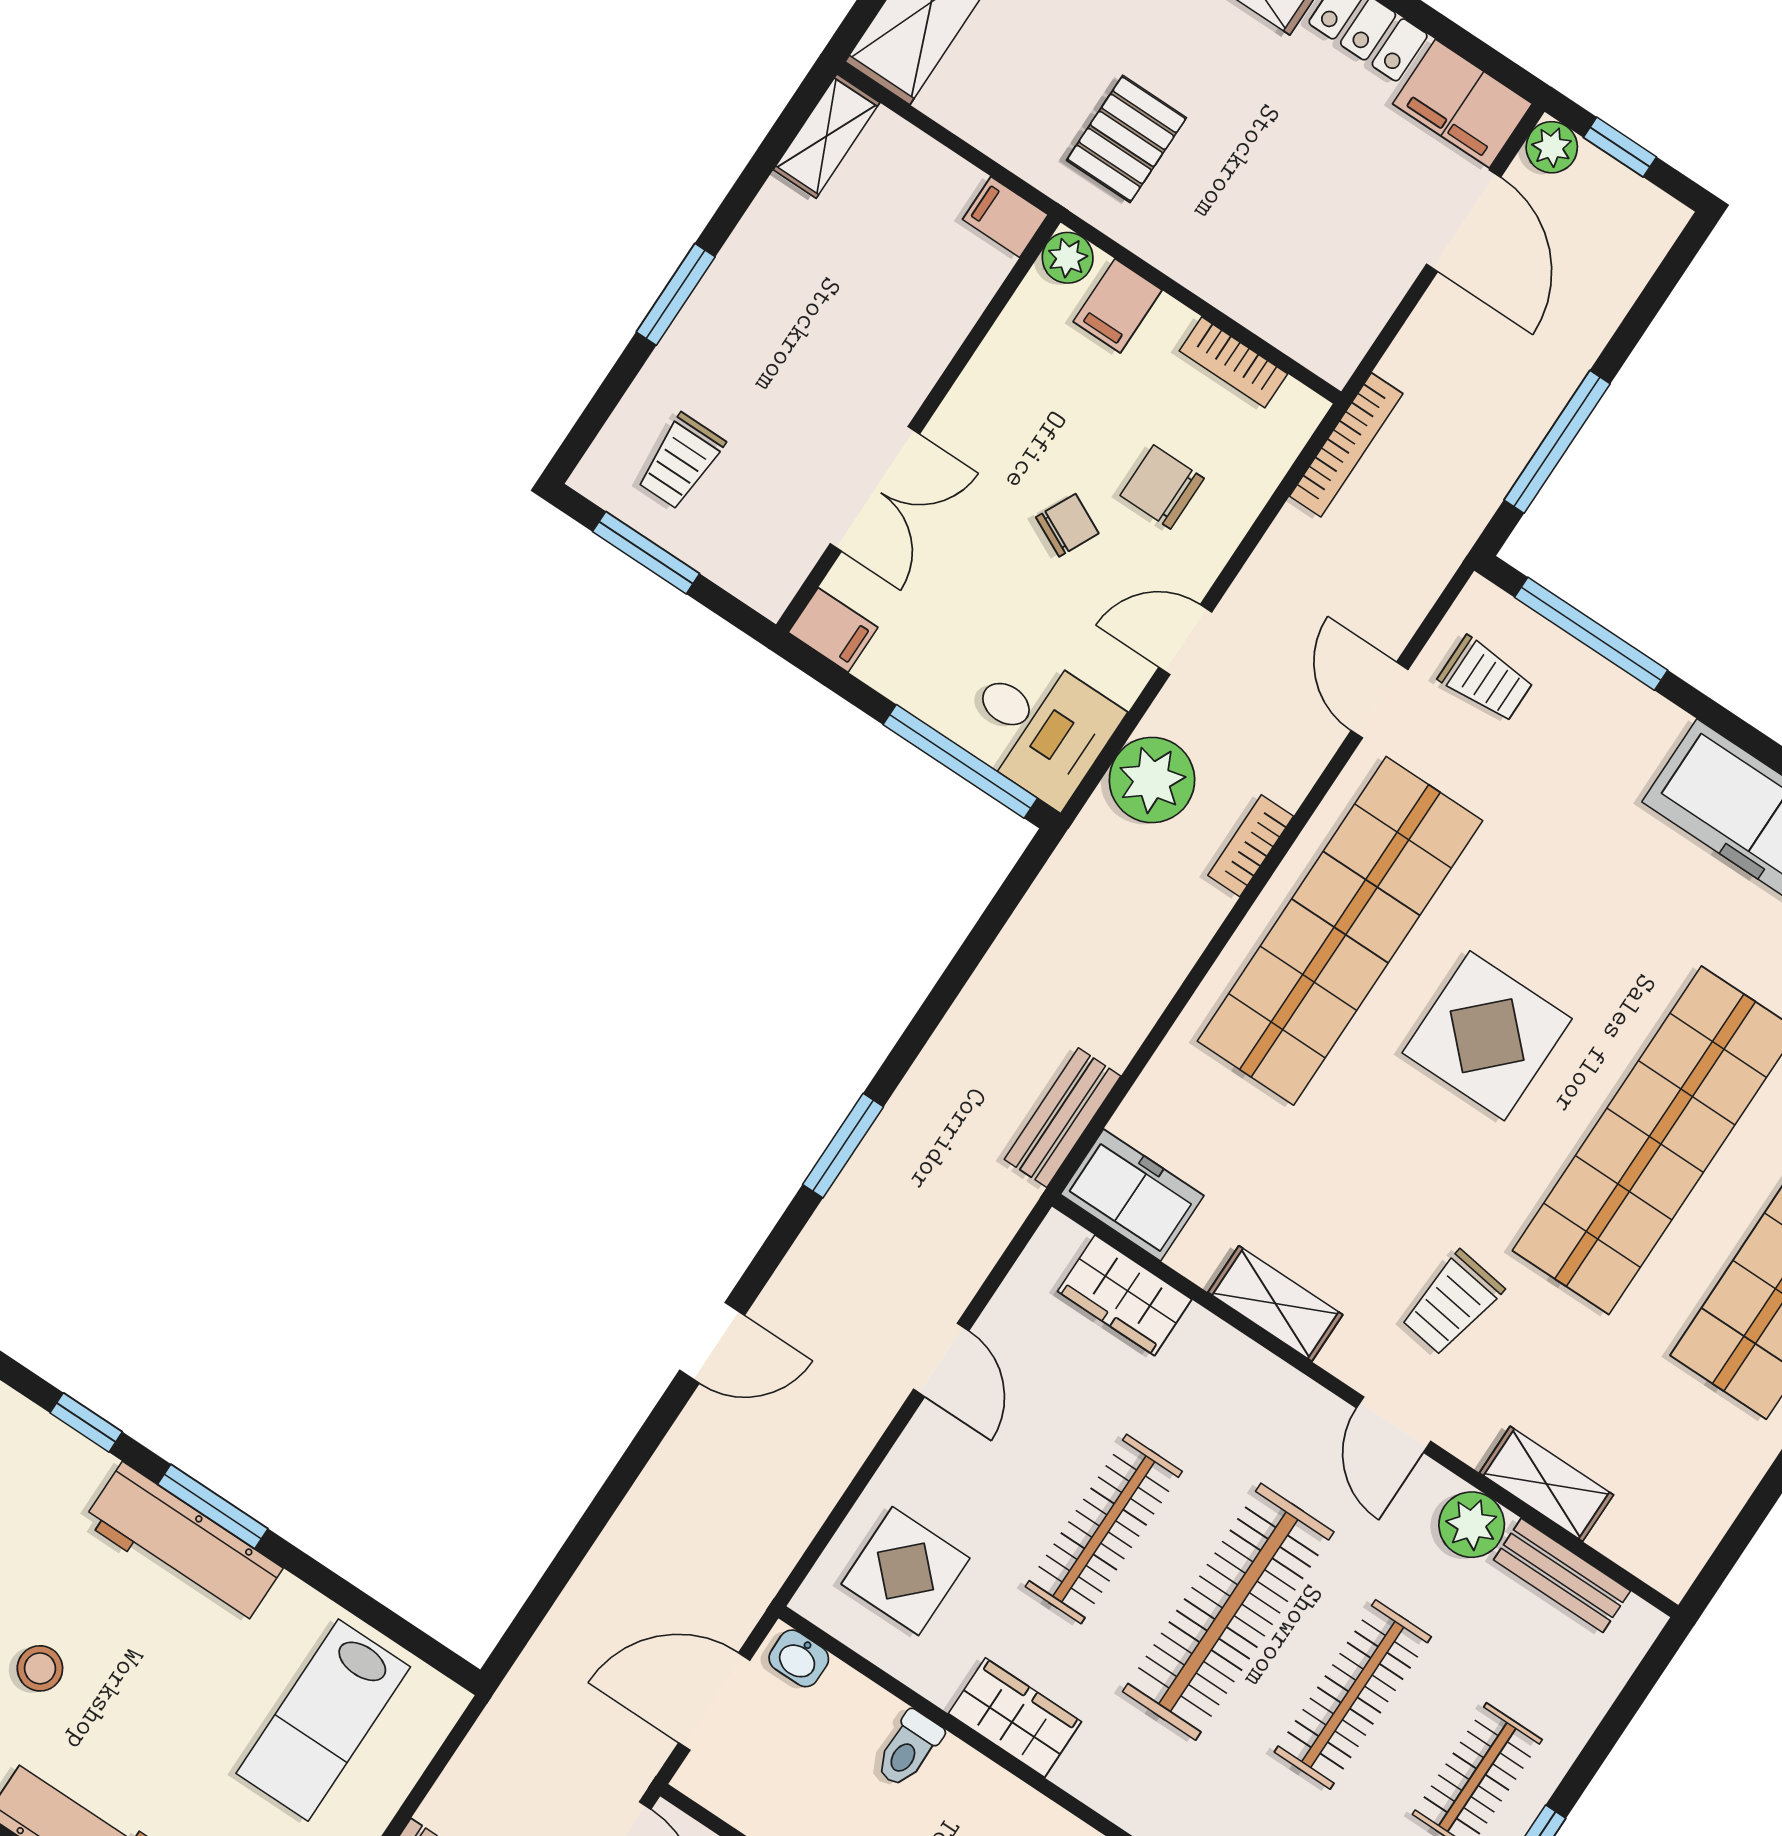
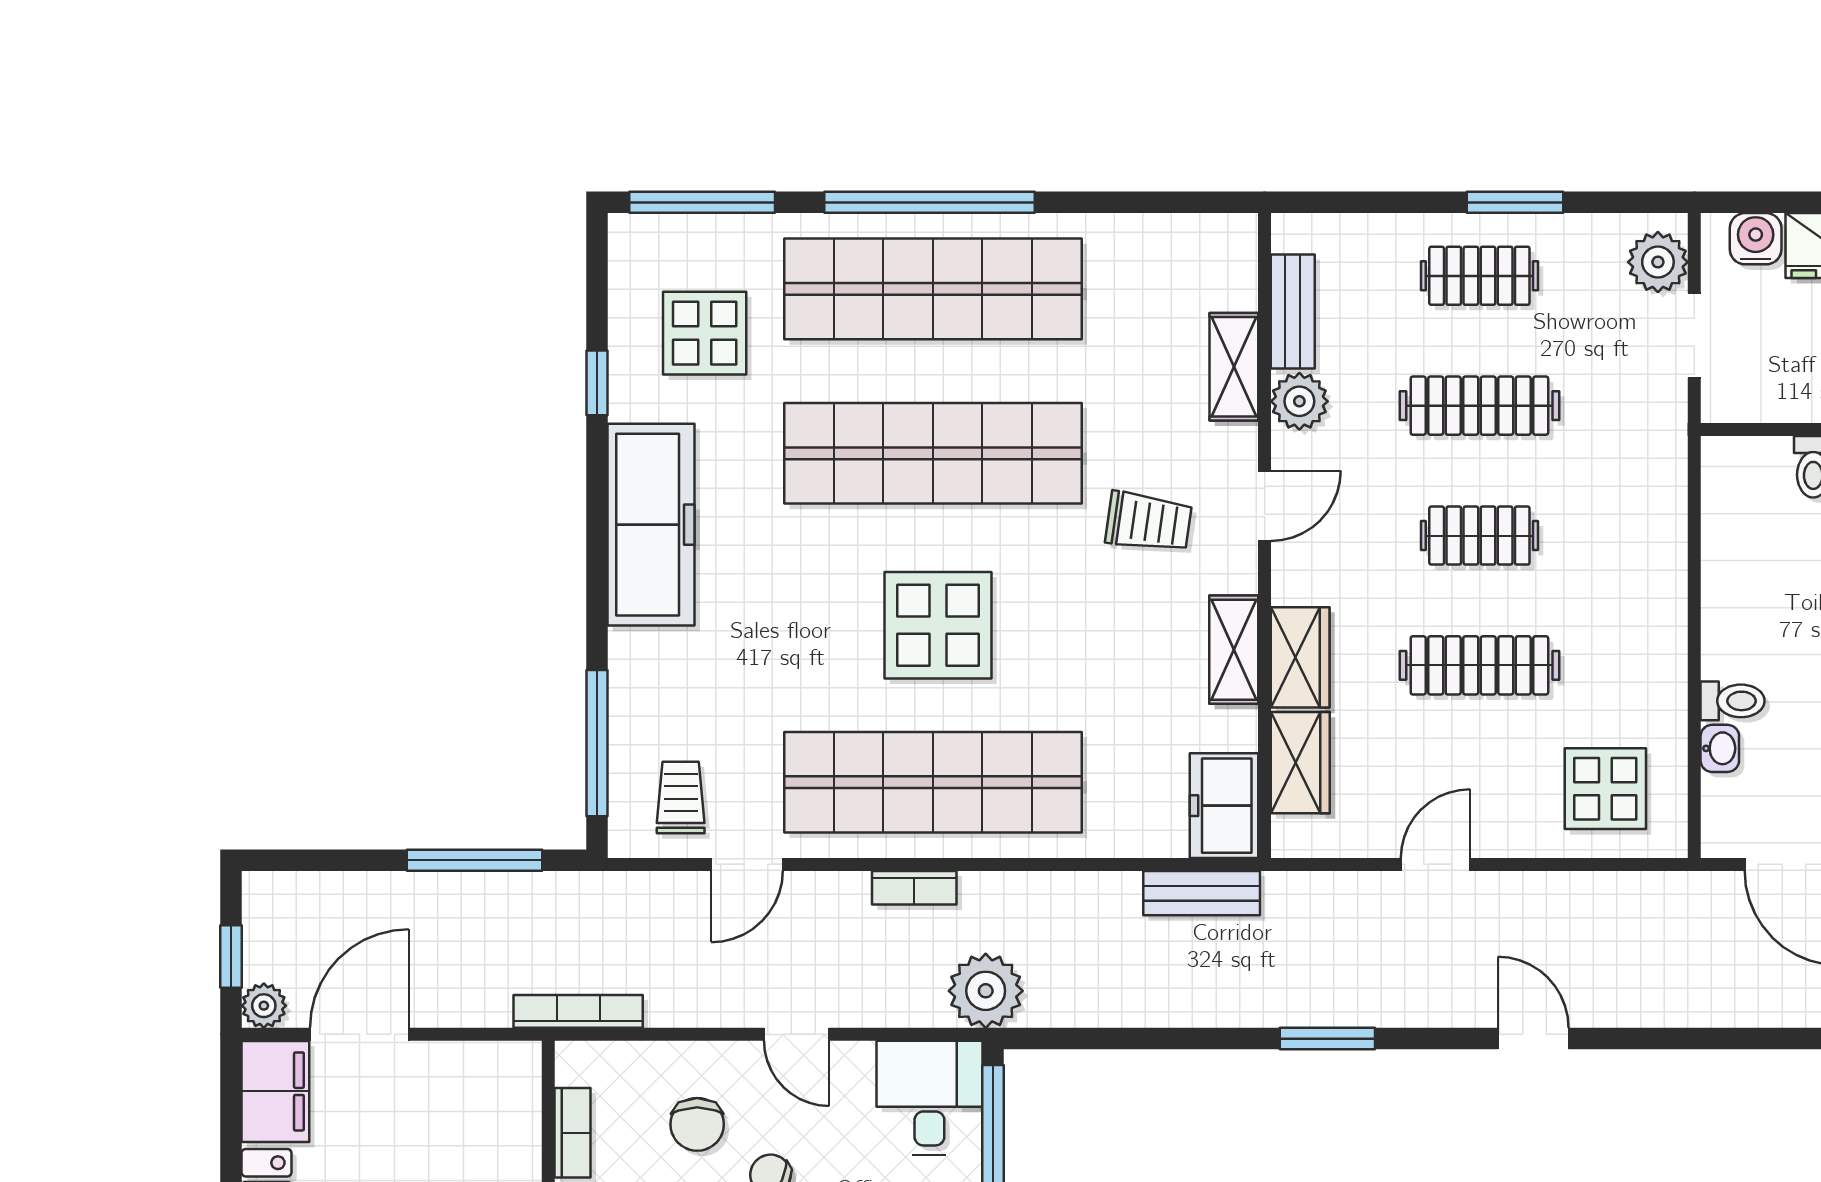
plant: (1152, 780) -> (986, 991), moved
clothes rail: (1228, 1612) -> (1479, 536), width x0.54, depth x0.76
washbasin: (799, 1658) -> (1720, 748), moved
wardrobe: (1015, 1718) -> (1300, 657), moved, turned 180

